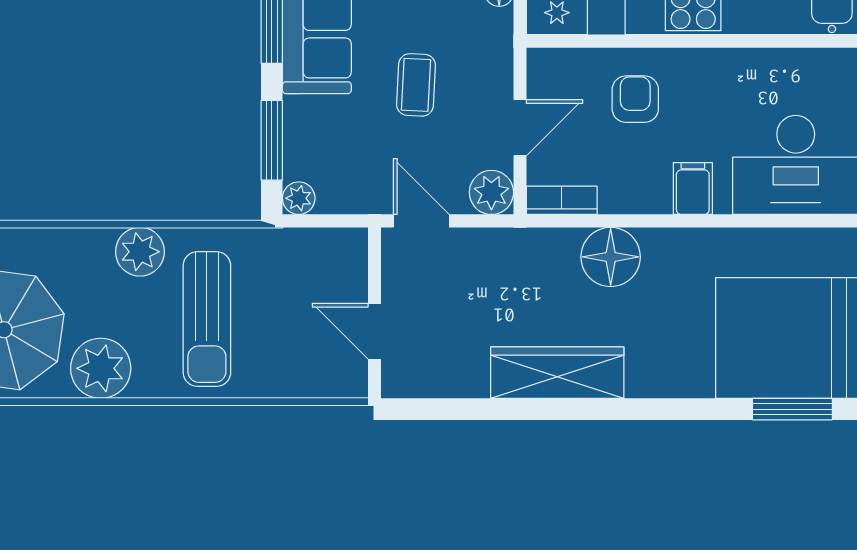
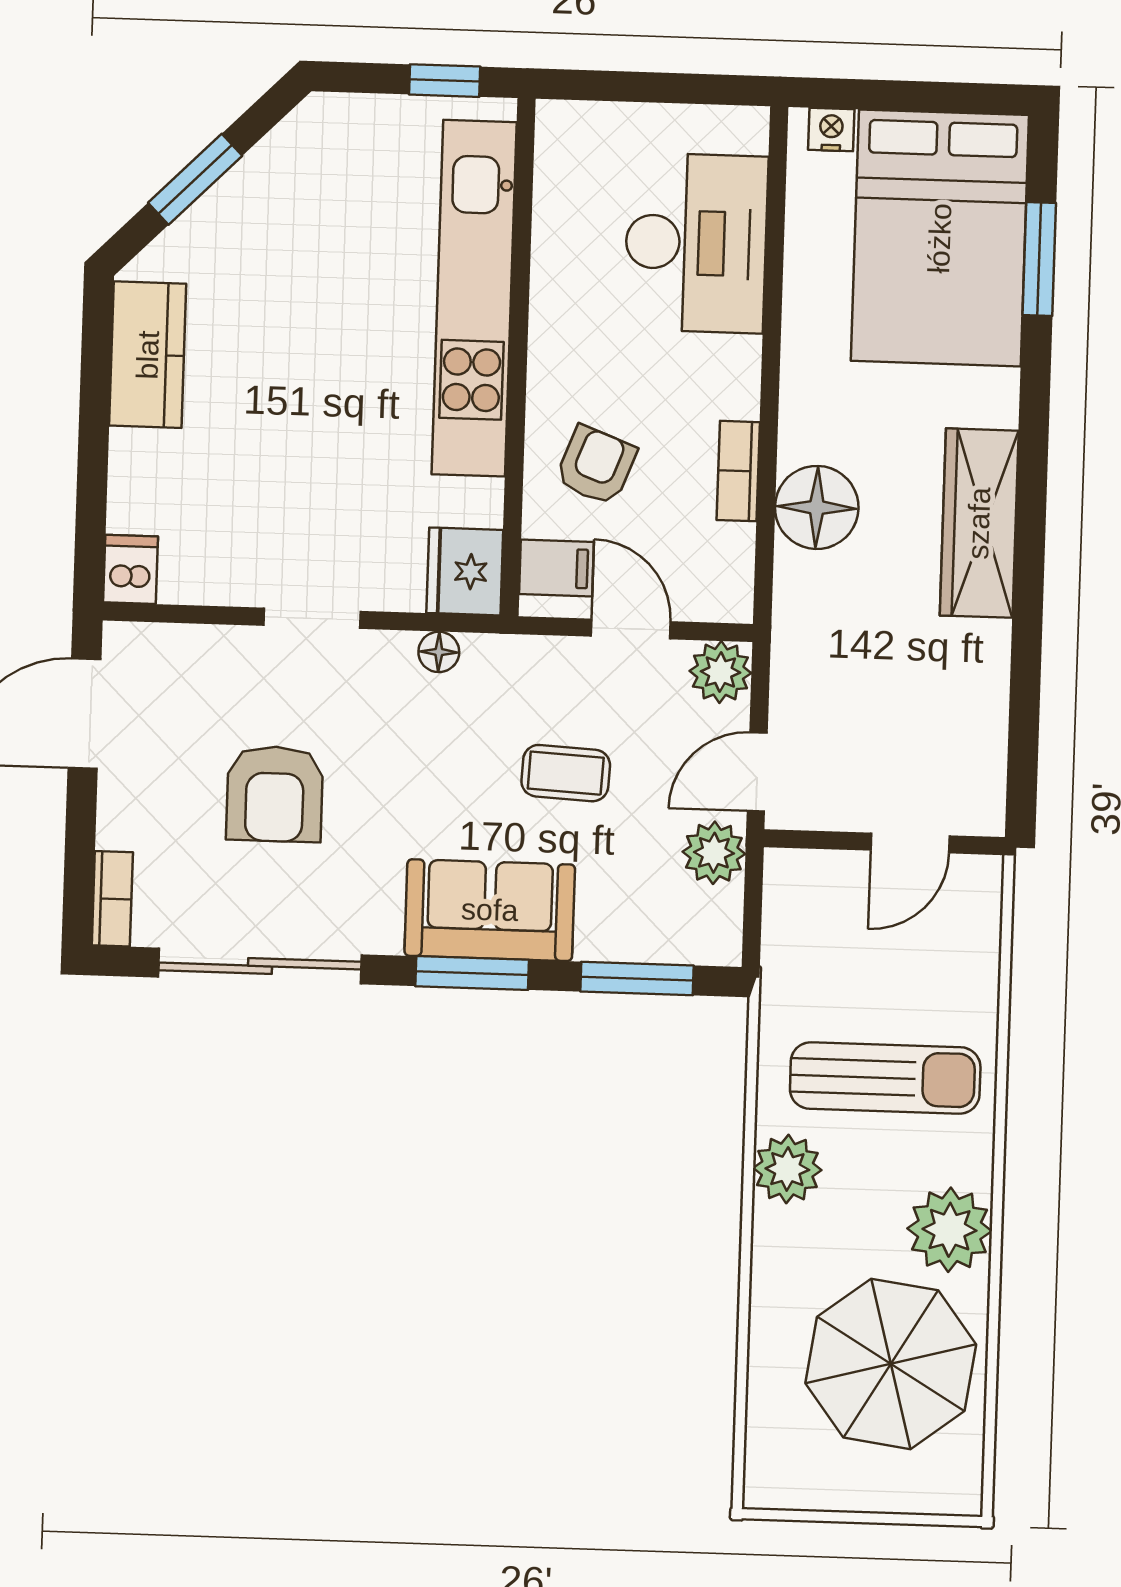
armchair: (635, 99) -> (596, 465), turned 111
filing cabinet: (693, 189) -> (557, 568), moved, turned 180
plant: (299, 198) -> (714, 853), moved, width x1.38, depth x1.38
bookcase: (562, 200) -> (738, 471), moved
wardrobe: (557, 373) -> (979, 523), moved

